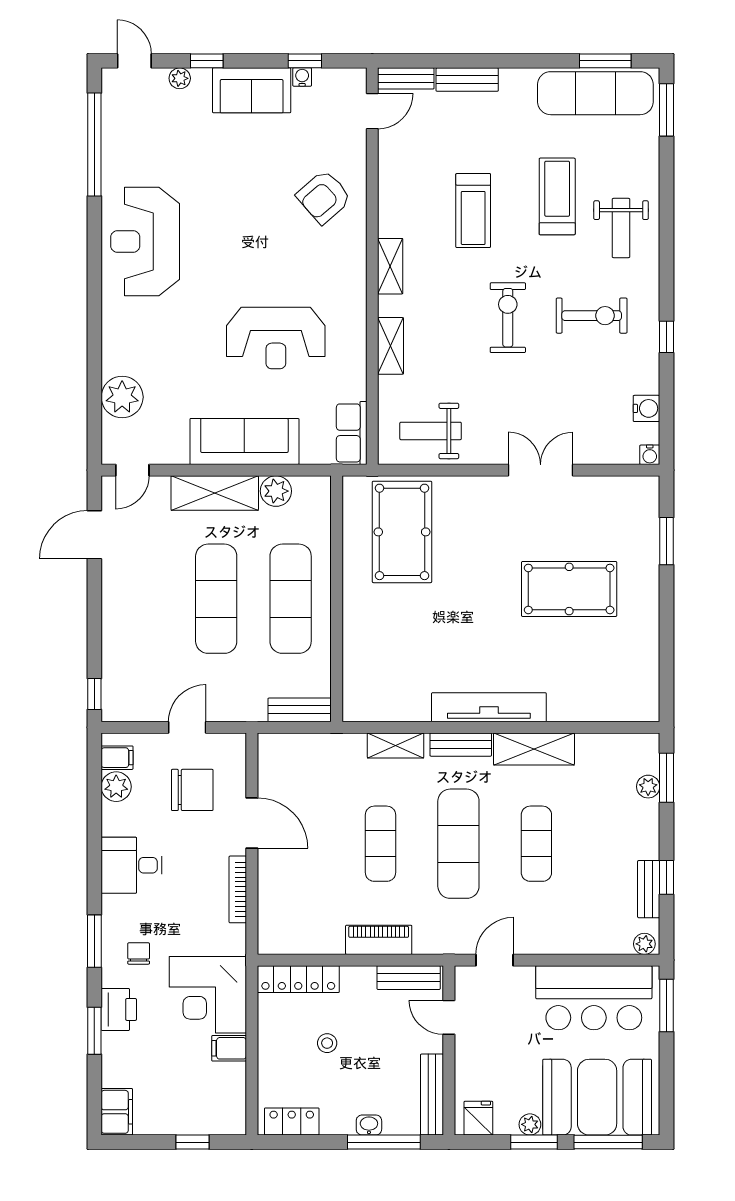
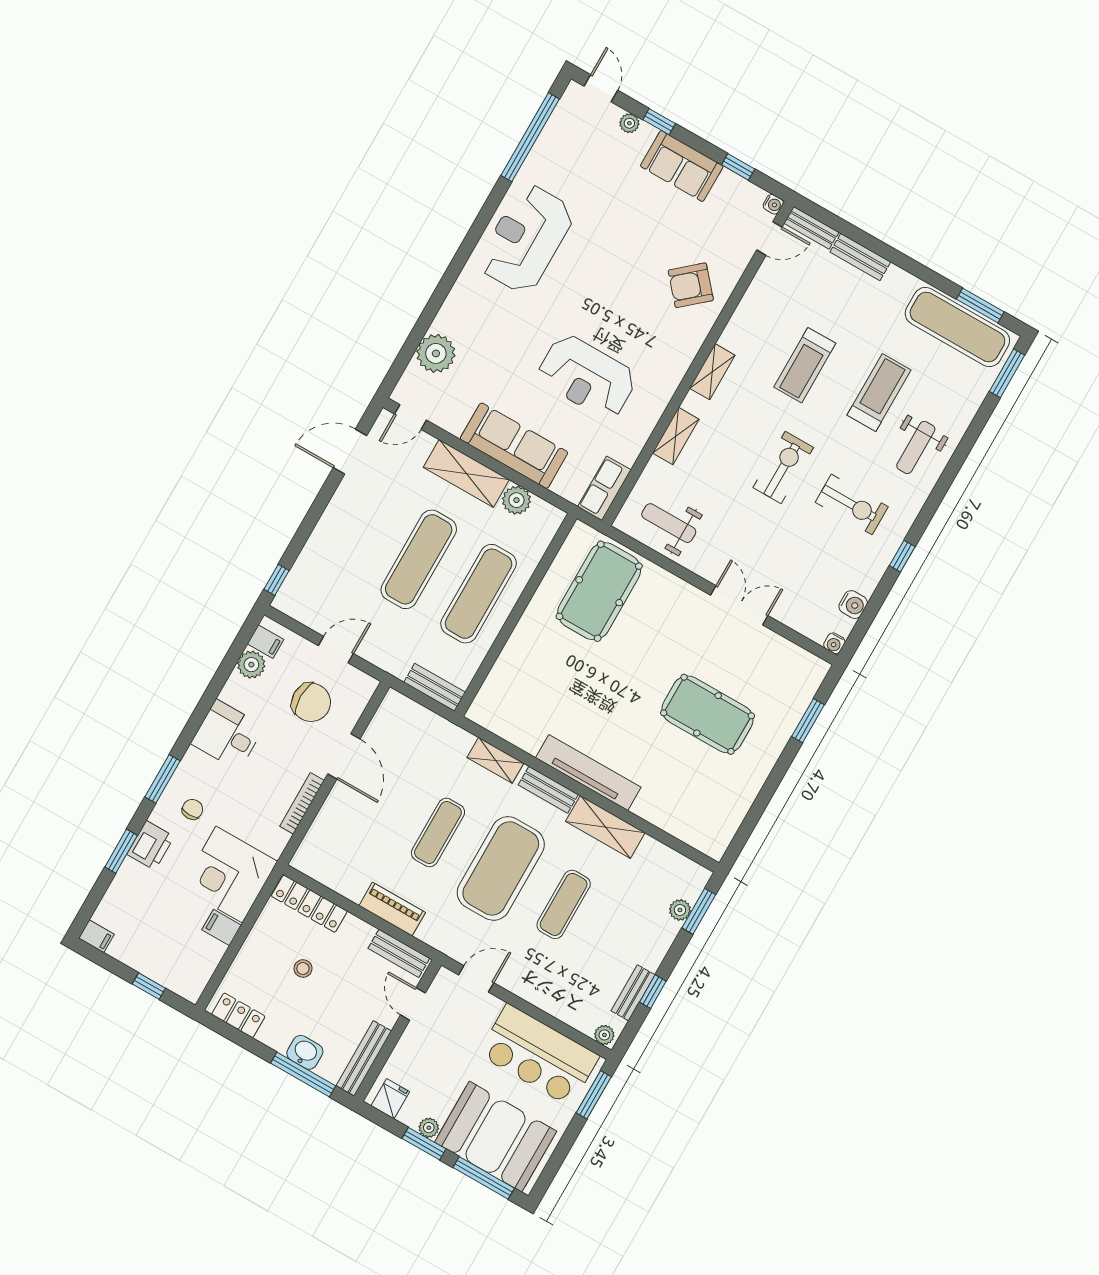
water cooler: (302, 77) -> (773, 204), moved, turned 90
exercise mat: (458, 844) -> (501, 868), width x1.47
filing cabinet: (117, 1112) -> (96, 936), width x0.50
washbasin: (369, 1125) -> (305, 1052), width x1.38, depth x1.45

